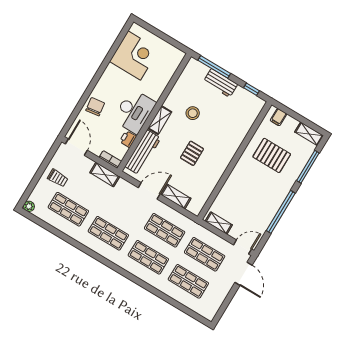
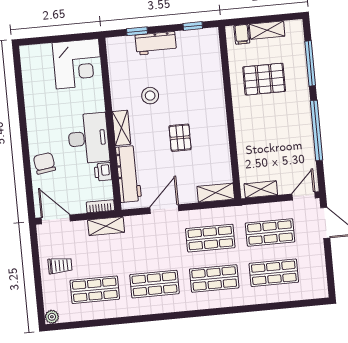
corner desk: (134, 55) -> (77, 64), moved, turned 90
window: (214, 67) -> (137, 31), width x0.46
shelving: (309, 134) -> (267, 30), moved
shelving: (176, 196) -> (216, 193), moved

